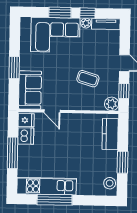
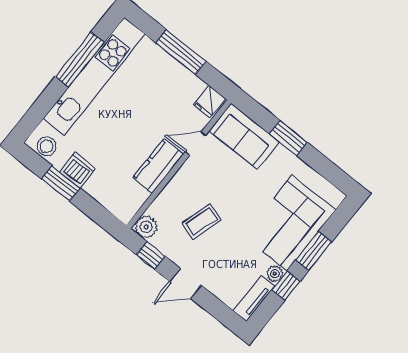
kitchen counter: (110, 134) -> (158, 166), moved, turned -90
dishwasher: (26, 136) -> (78, 170), moved, turned 180
kitchen unit: (47, 186) -> (94, 76), width x1.36

